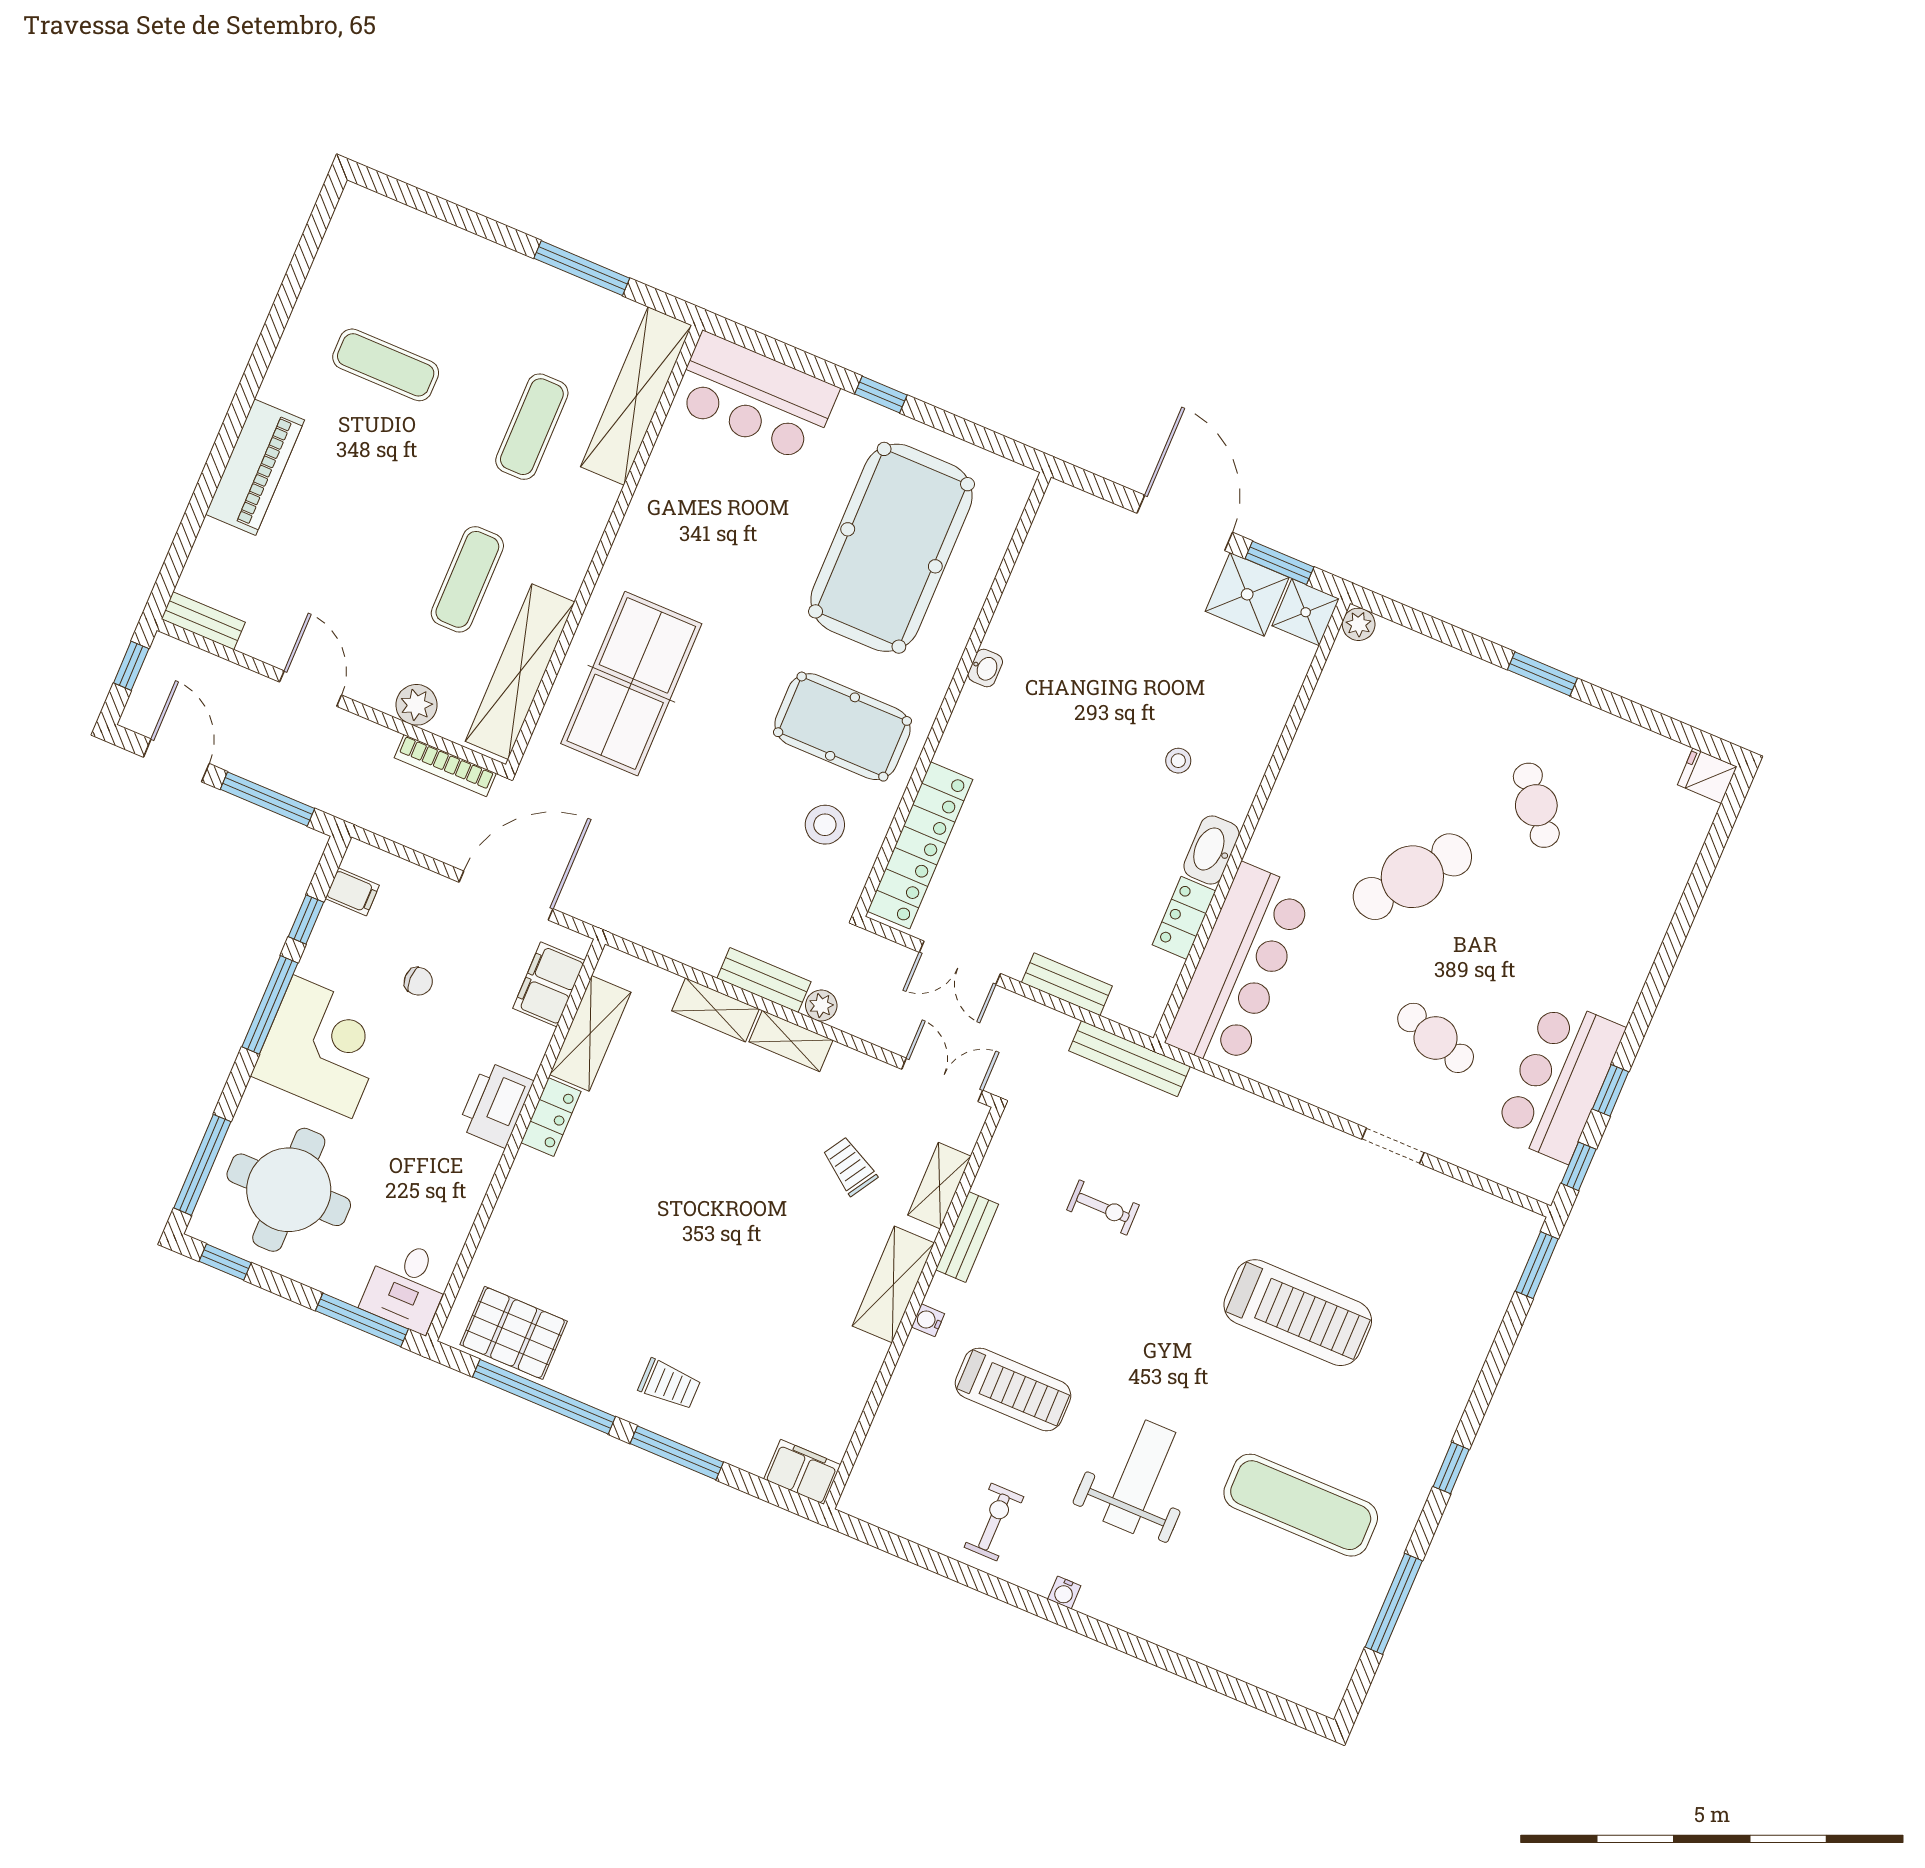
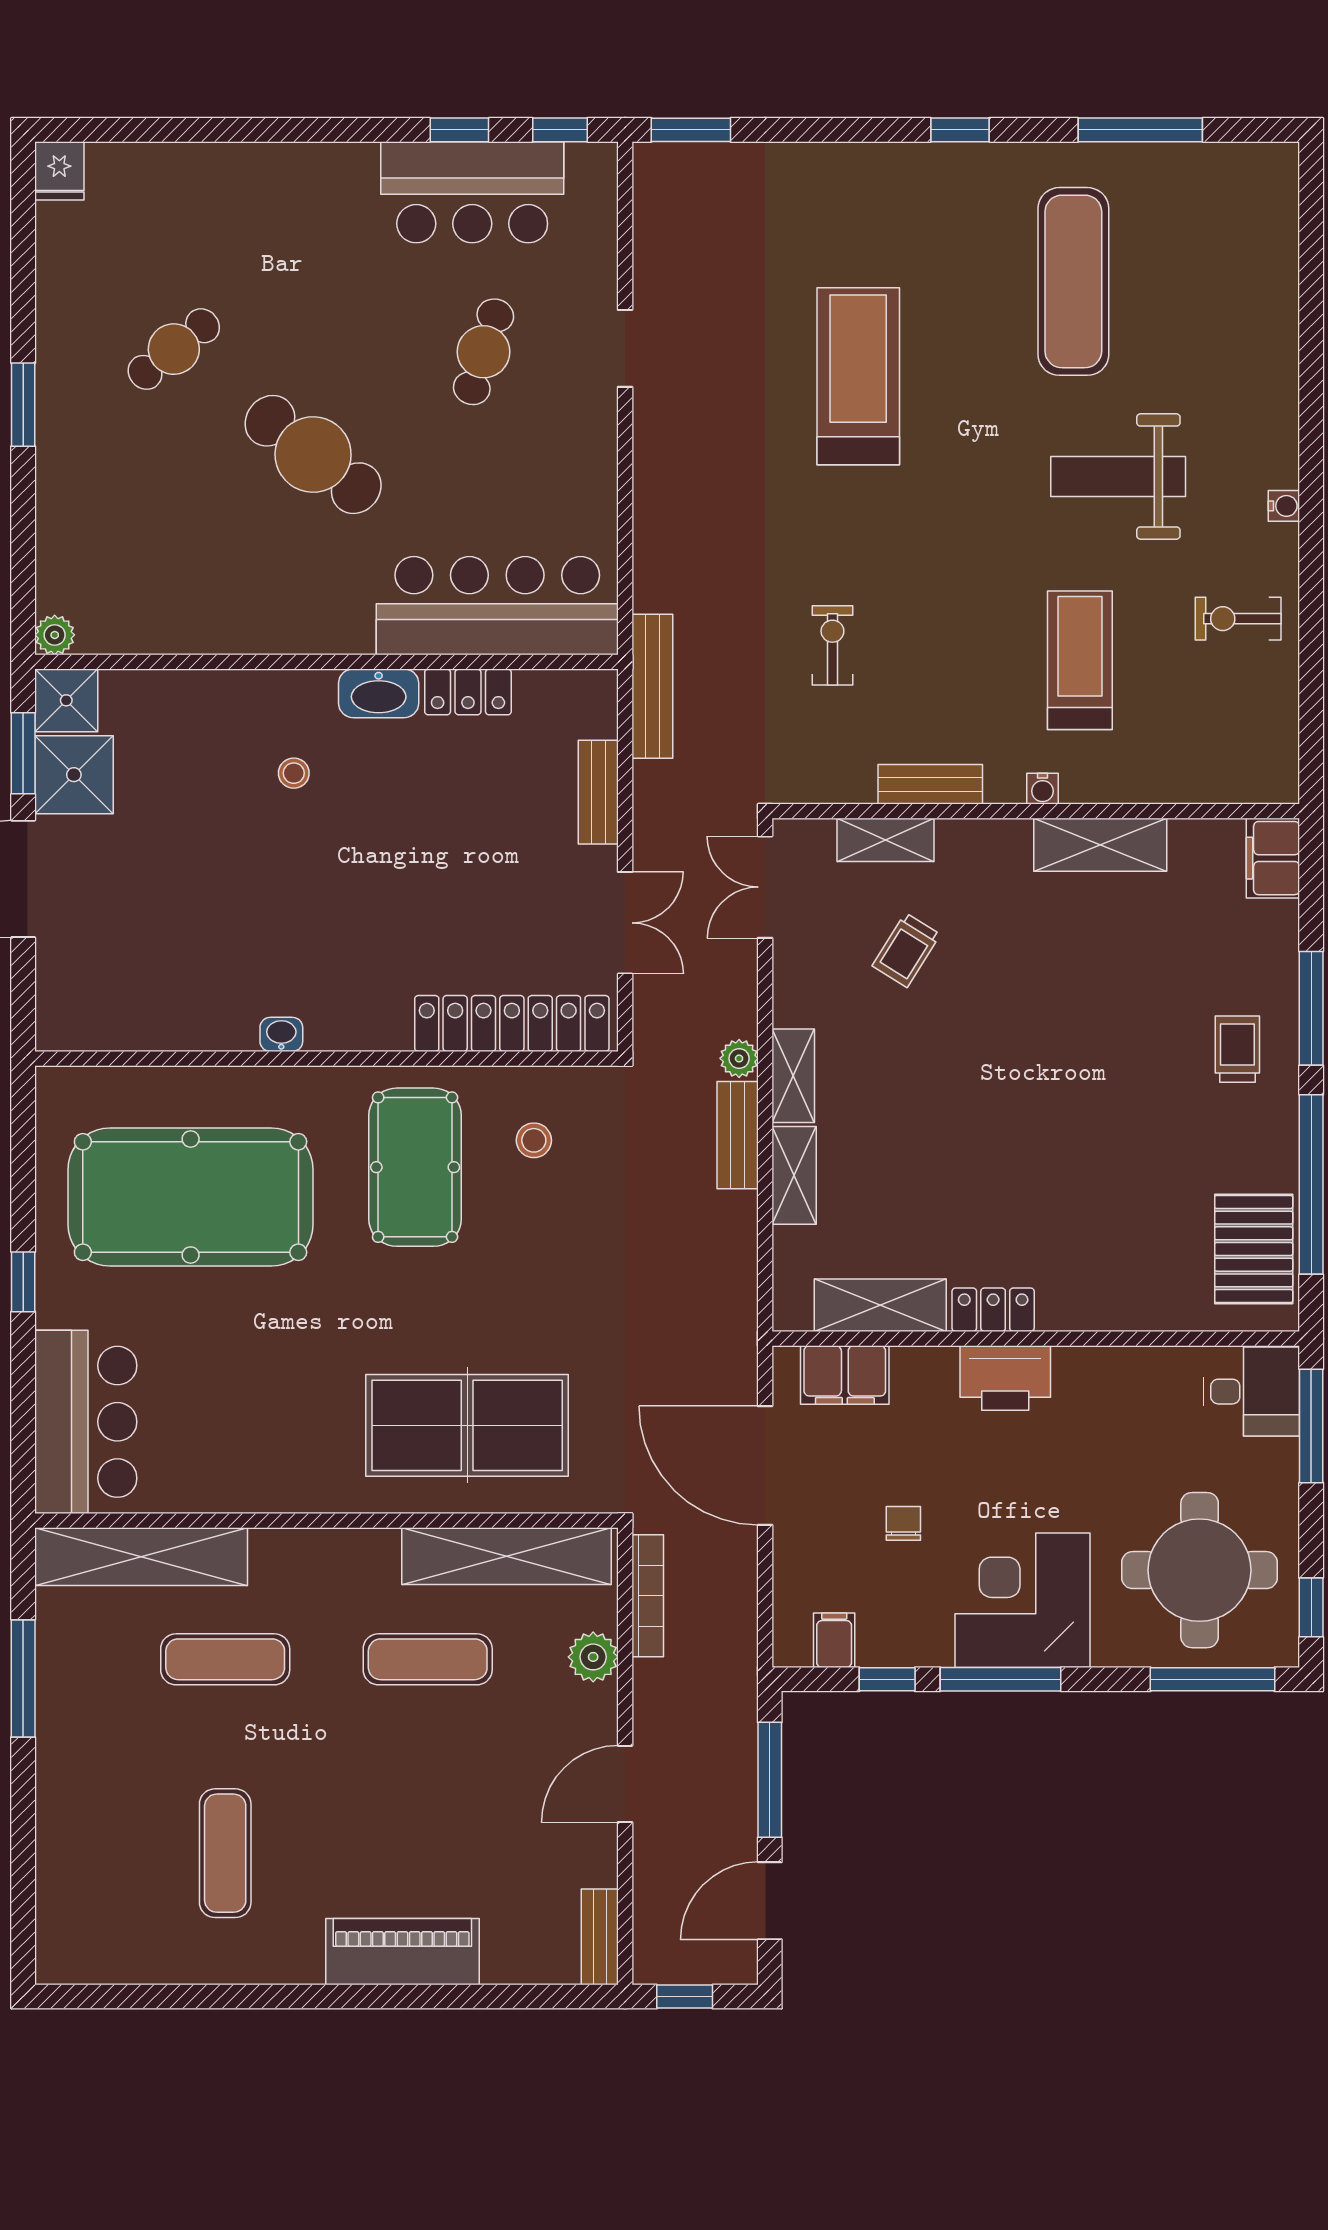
stool: (825, 825) -> (534, 1140), width x0.73, depth x0.73
shelving: (893, 1284) -> (1100, 845), moved

